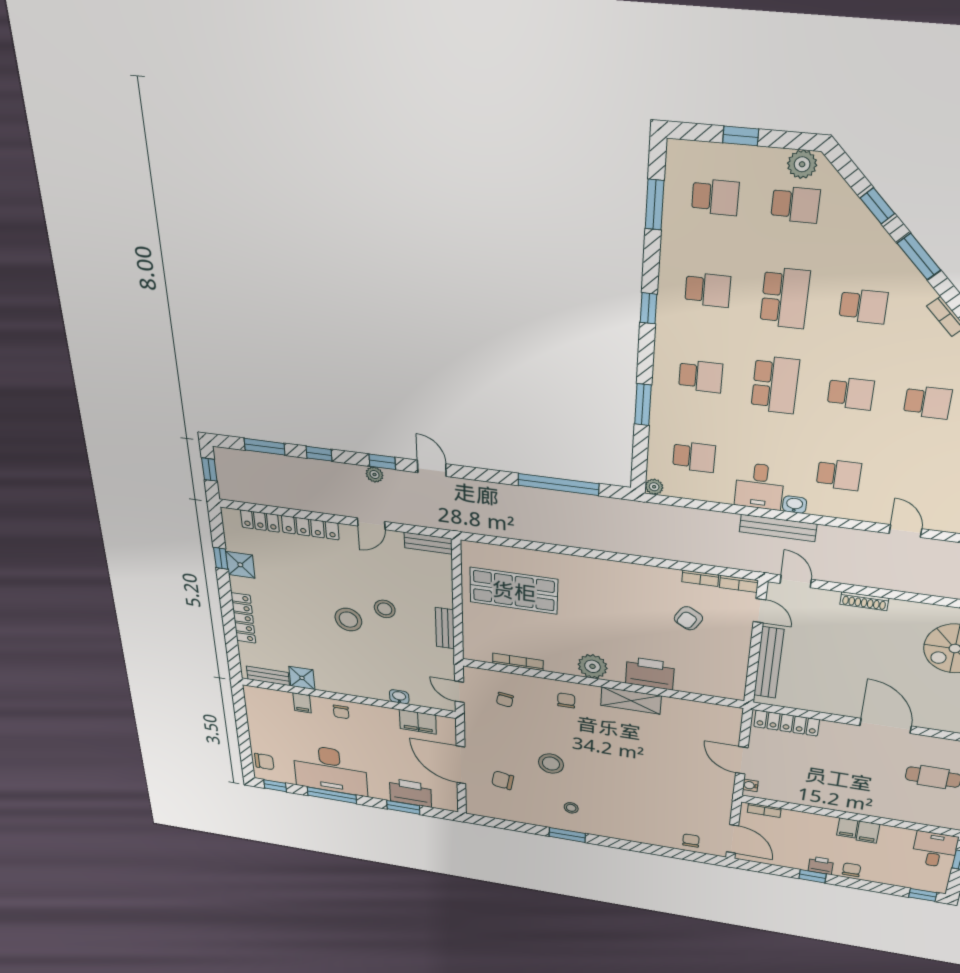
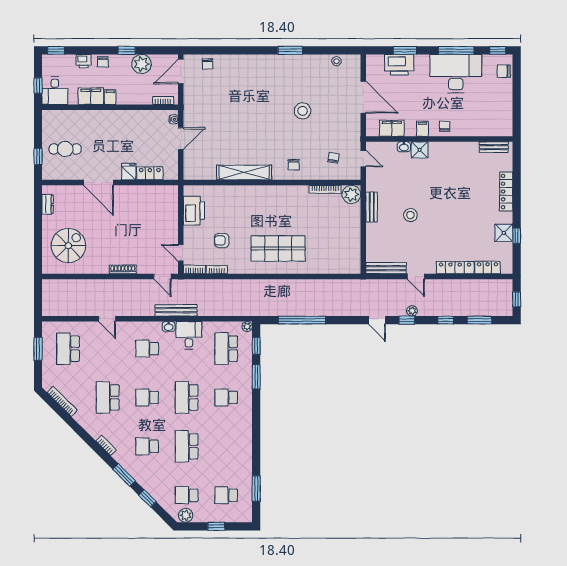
school desk: (708, 290) -> (226, 446), removed
window: (649, 308) -> (256, 346), moved
school desk: (928, 402) -> (108, 397), width x1.85
school desk: (694, 457) -> (226, 349), width x1.85
door: (371, 524) -> (416, 276), swing flipped
bench: (428, 543) -> (386, 268), width x1.36
shop shelf: (514, 591) -> (278, 248), moved
armchair: (688, 618) -> (222, 240), turned -120
stool: (348, 620) -> (435, 203), removed
bench: (769, 663) -> (172, 217), removed
plant: (592, 666) -> (351, 194), moved
printer: (650, 673) -> (194, 211), moved, turned -90
shower: (302, 678) -> (420, 150), moved
shelving: (631, 701) -> (244, 172), width x1.47
filing cabinet: (302, 703) -> (422, 129), moved
locker: (787, 723) -> (150, 173), width x0.66
fridge: (833, 732) -> (129, 172), added
door: (742, 760) -> (181, 139), hinge flipped
chair: (503, 780) -> (335, 90), removed
stool: (571, 808) -> (337, 61), moved
filing cabinet: (868, 832) -> (91, 96), width x2.00
door: (733, 839) -> (181, 71), hinge flipped
plant: (792, 857) -> (142, 64), added
printer: (821, 865) -> (84, 61), moved

